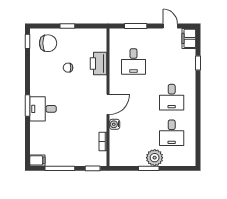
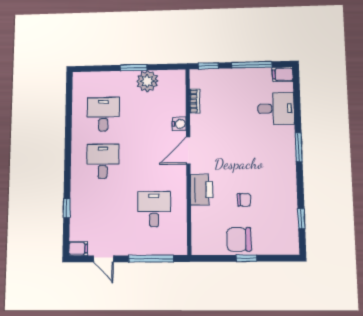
window: (136, 26) -> (151, 259), width x1.44
filing cabinet: (189, 38) -> (78, 249), width x0.50
window: (27, 41) -> (301, 219), moved
chair: (48, 43) -> (239, 239), moved
printer: (99, 64) -> (202, 190), moved
desk: (43, 109) -> (276, 108), moved
plant: (155, 158) -> (147, 81), moved

